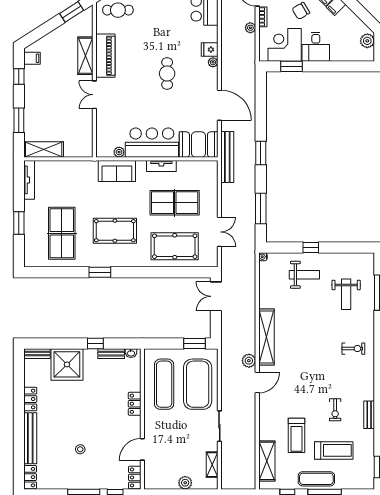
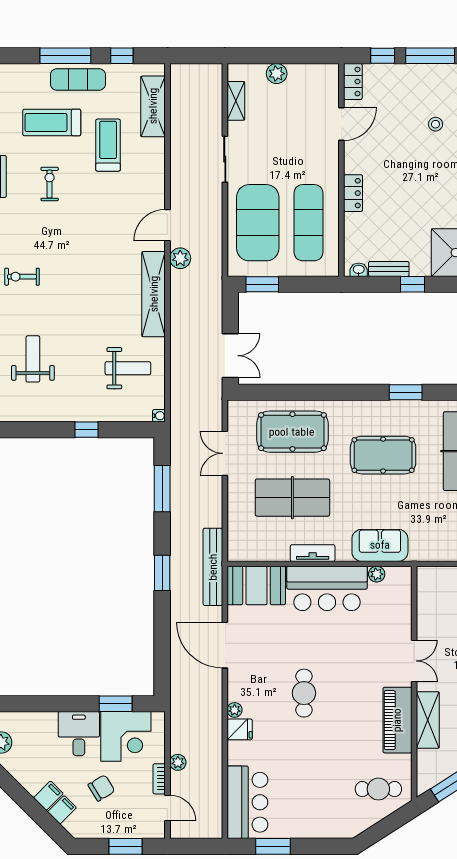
weight bench: (304, 275) -> (128, 368), moved, turned 180

